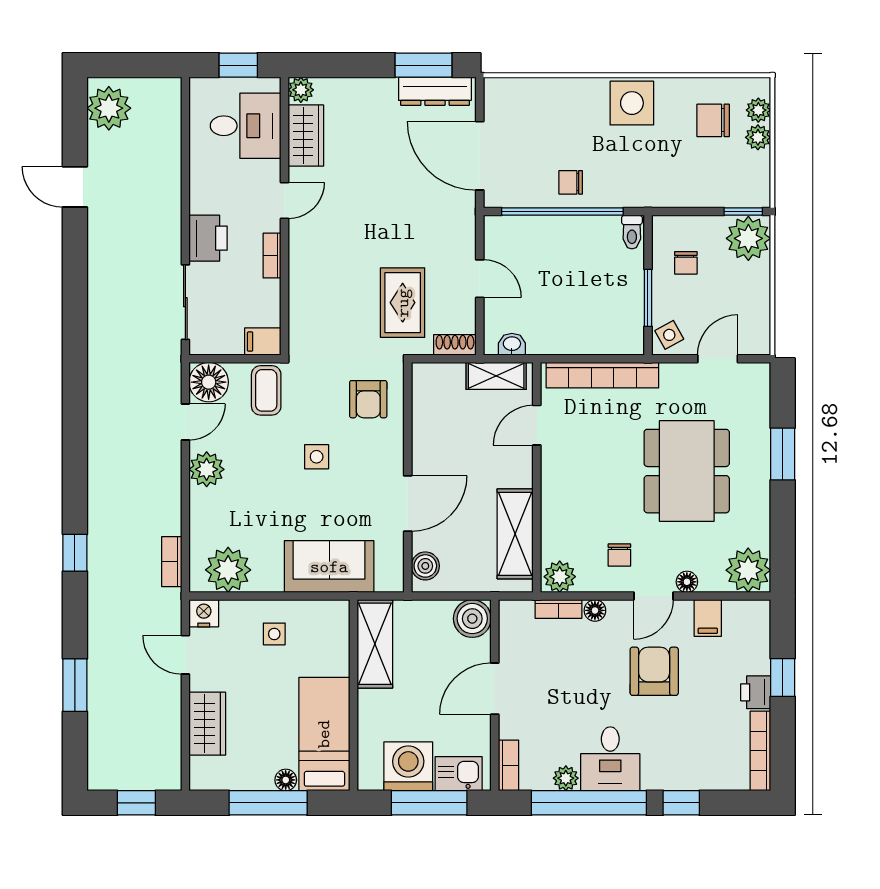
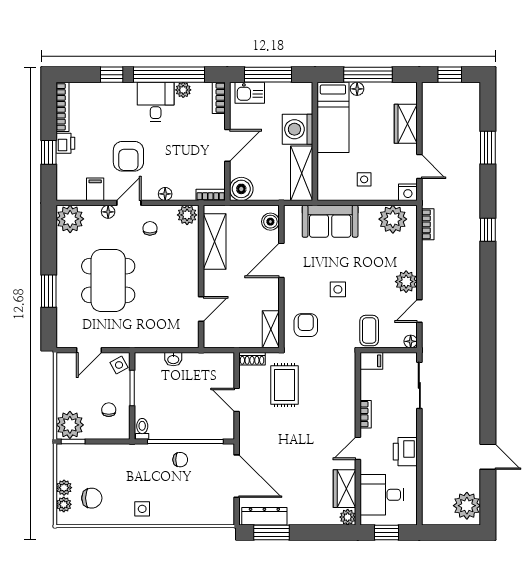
side table: (632, 103) -> (142, 509), width x0.54, depth x0.54
printer: (208, 238) -> (405, 452), moved
washbasin: (512, 344) -> (173, 359), moved
bookcase: (602, 375) -> (160, 340), removed
shelving: (496, 376) -> (271, 329), moved, turned 90
floor lamp: (209, 382) -> (411, 341), width x0.53, depth x0.53
bookcase: (558, 609) -> (211, 195), moved
washing machine: (408, 766) -> (298, 129), moved, turned 90

